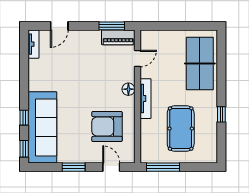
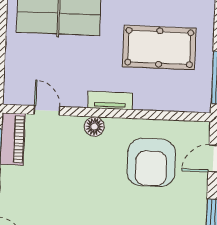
tv unit: (145, 99) -> (110, 100), width x0.71

